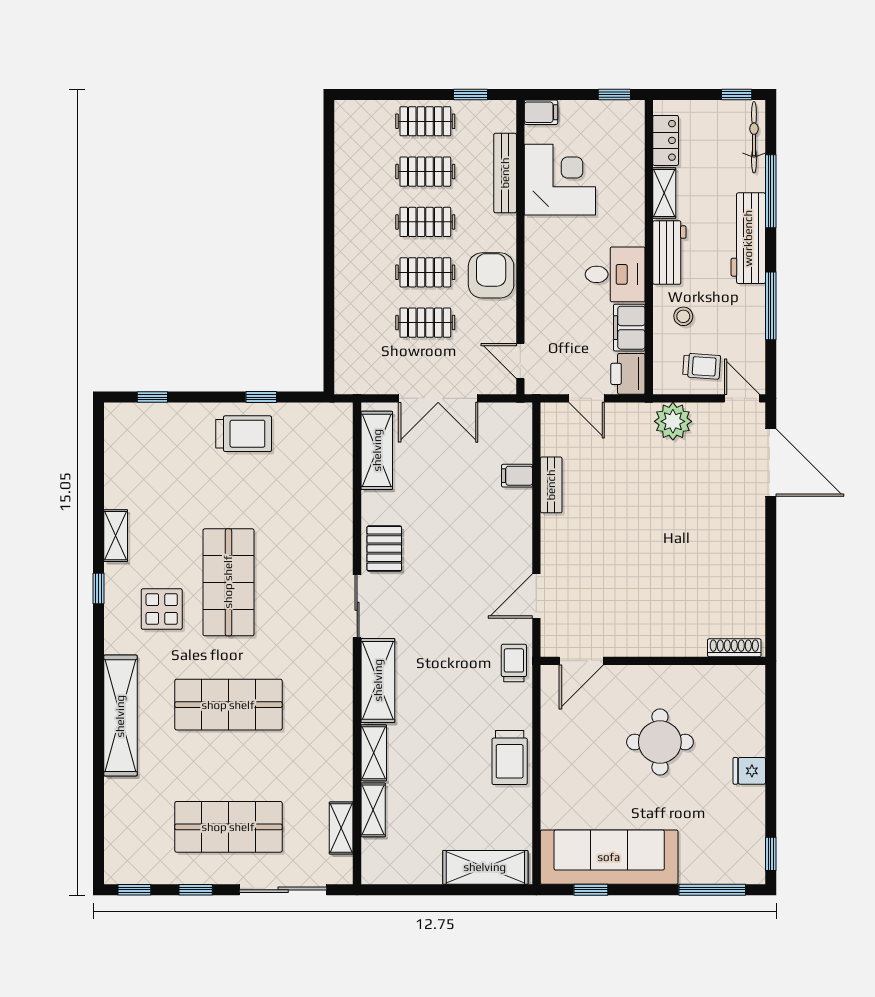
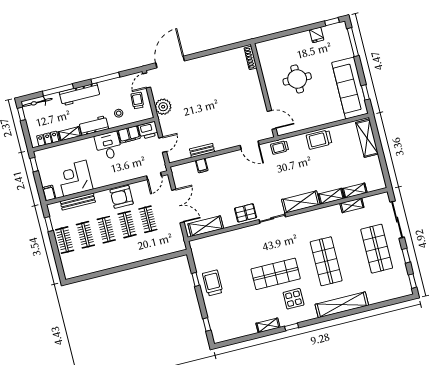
trolley: (510, 757) -> (319, 140), turned 180
fridge: (749, 771) -> (317, 35), moved
shelving: (341, 828) -> (352, 205), moved

